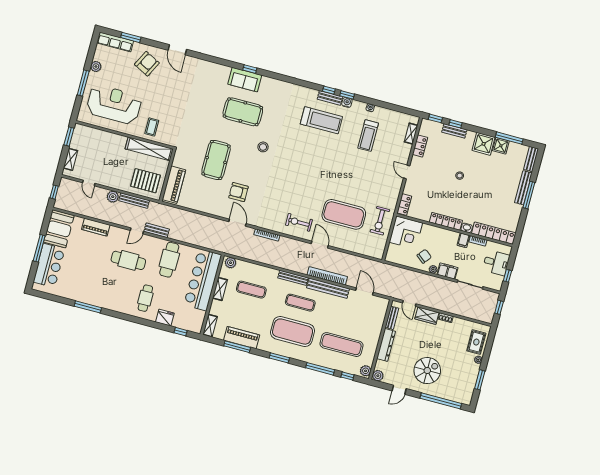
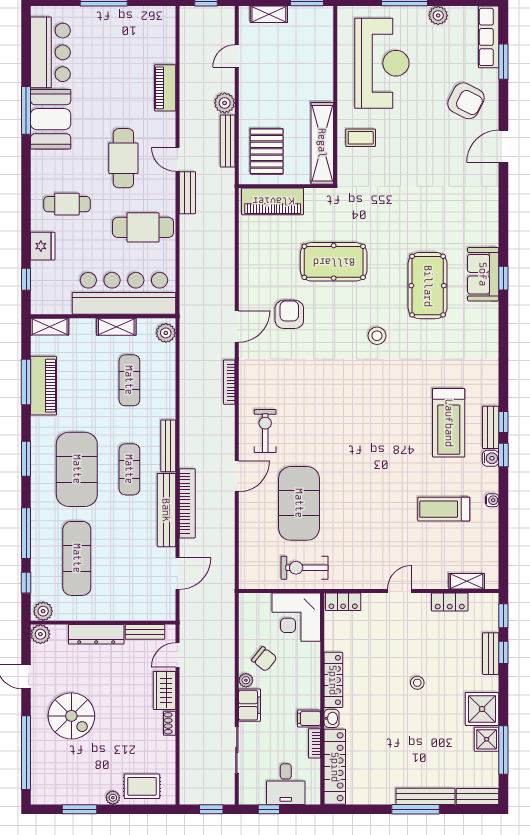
booth: (59, 229) -> (51, 119), moved, turned 90
bar counter: (49, 265) -> (50, 52), moved, turned -90

